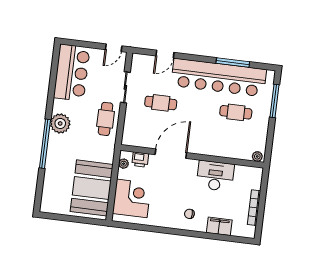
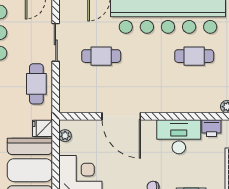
door: (171, 154) -> (121, 116), swing flipped
fridge: (106, 155) -> (43, 128), added
printer: (140, 159) -> (211, 128), moved

